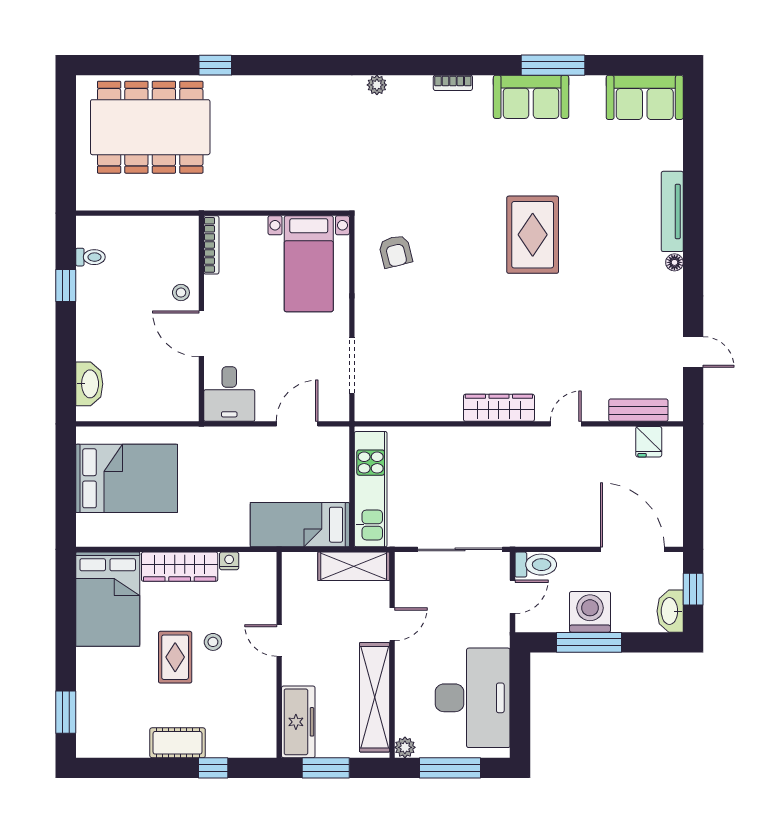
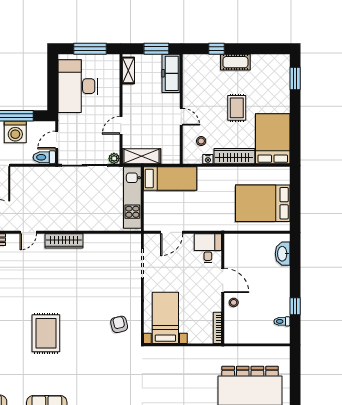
stool: (213, 642) -> (201, 141), moved
shelving: (375, 697) -> (128, 70), width x0.45, depth x0.75
plant: (405, 747) -> (114, 158), moved

